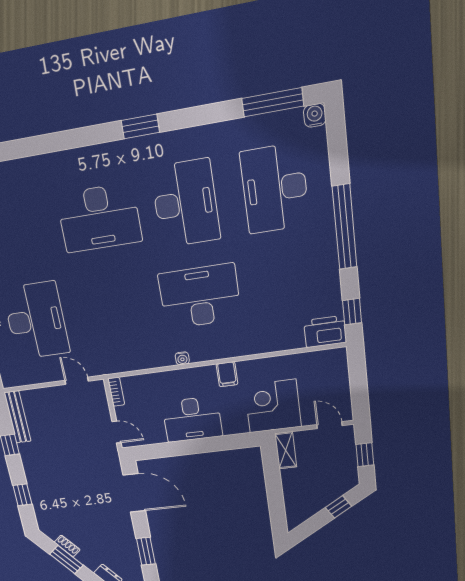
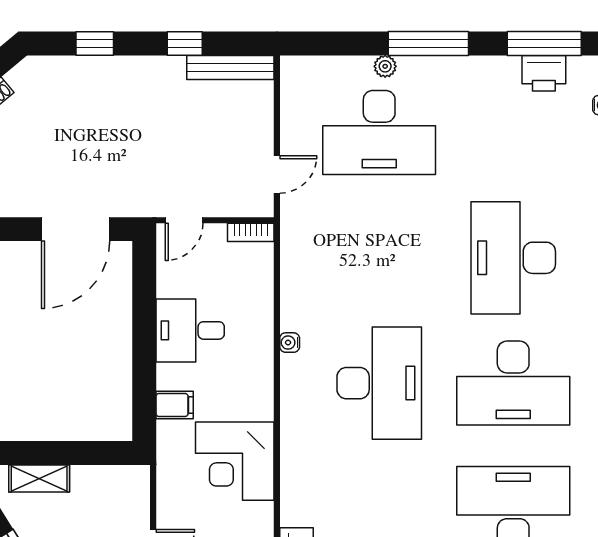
filing cabinet: (227, 374) -> (175, 405), moved, turned 180
corner desk: (273, 406) -> (235, 461), moved, turned 180
desk: (192, 419) -> (190, 330), width x0.73
shelving: (286, 450) -> (39, 478), moved

